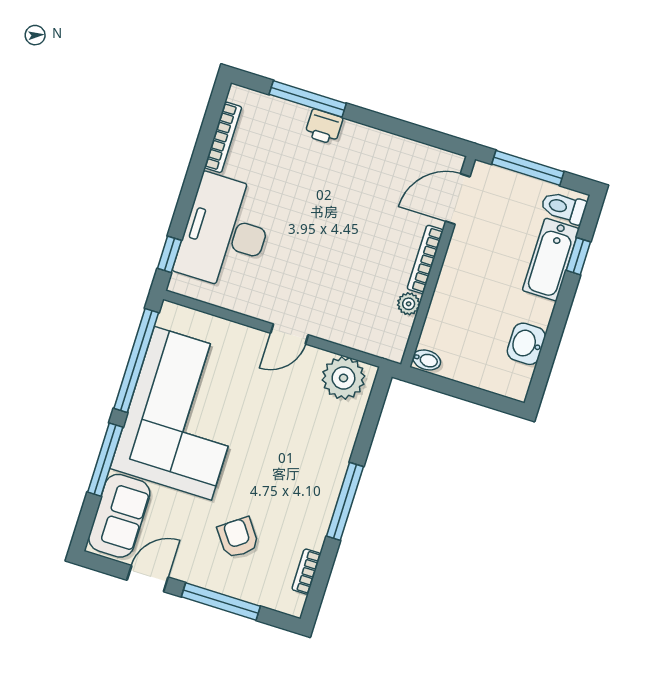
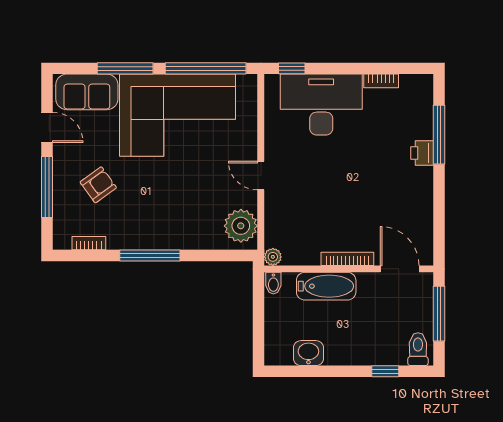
bookcase: (223, 137) -> (381, 81), width x0.64
bathtub: (551, 260) -> (326, 286), moved, turned 180
plant: (409, 304) -> (273, 257), moved

